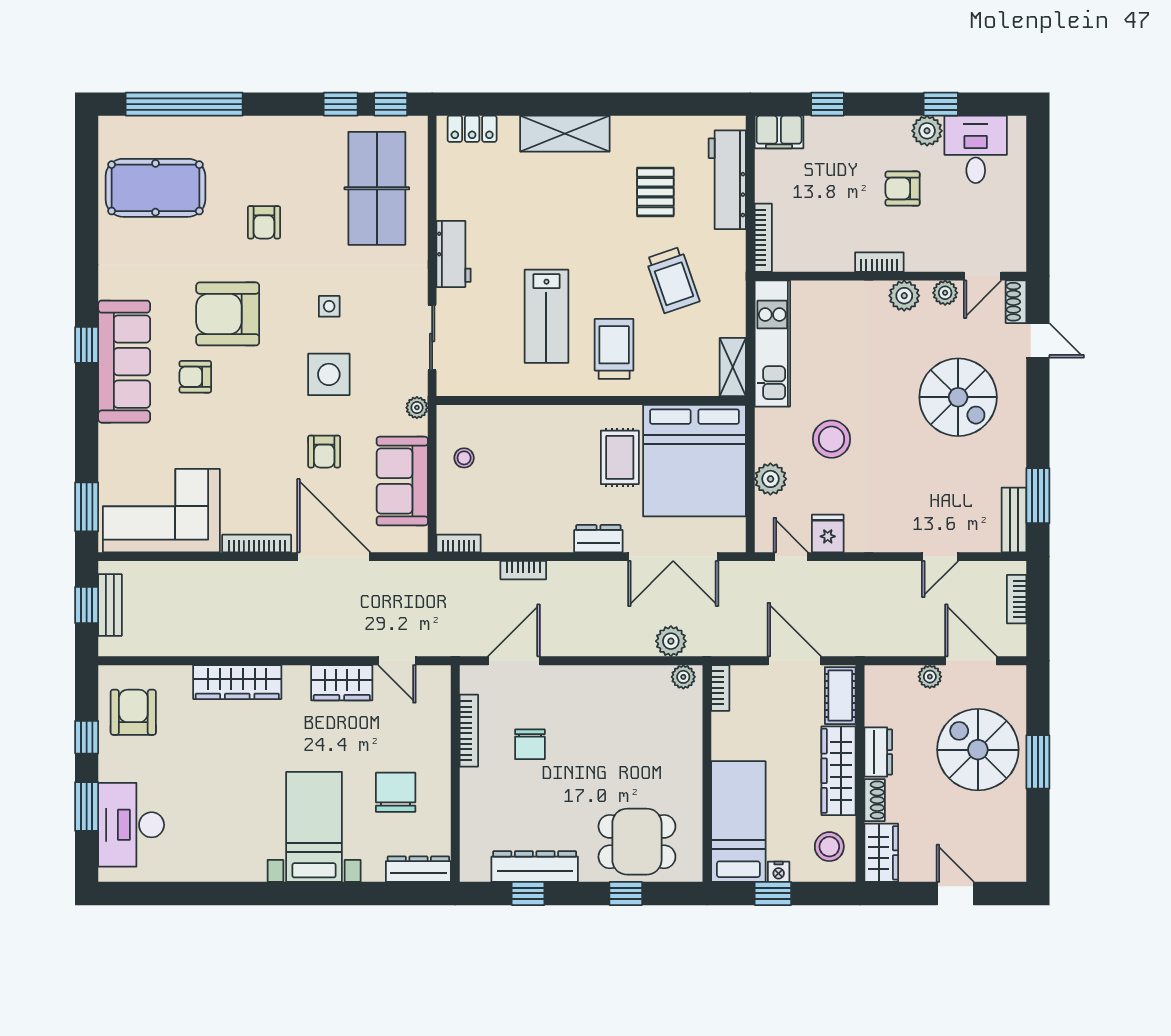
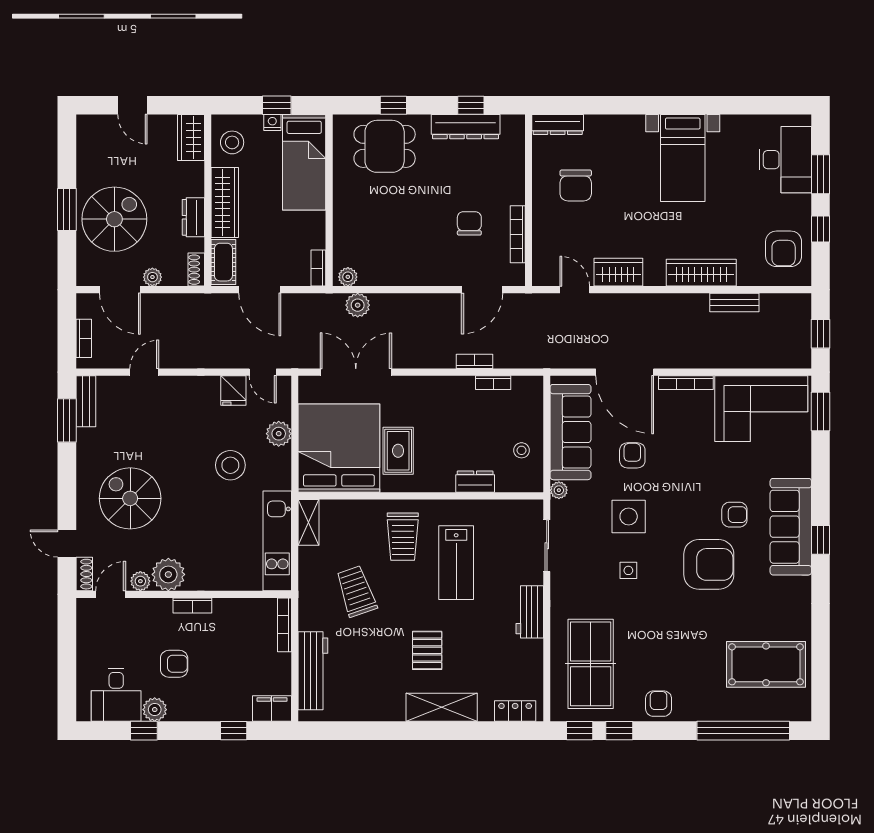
pallet: (655, 192) -> (427, 650), moved
armchair: (264, 222) -> (659, 704), moved
plant: (904, 296) -> (168, 574), width x1.36, depth x1.36
lab bench: (546, 316) -> (456, 563), turned 180
sofa: (402, 481) -> (571, 432), width x1.36
dresser: (598, 539) -> (475, 482), moved, turned 180
bookcase: (459, 543) -> (493, 383), moved
bench: (110, 605) -> (734, 302), moved, turned 90
spiral stairs: (978, 750) -> (114, 219), turned -90
shoe rack: (875, 800) -> (196, 270), moved
bed with nightstands: (314, 827) -> (683, 158), moved

